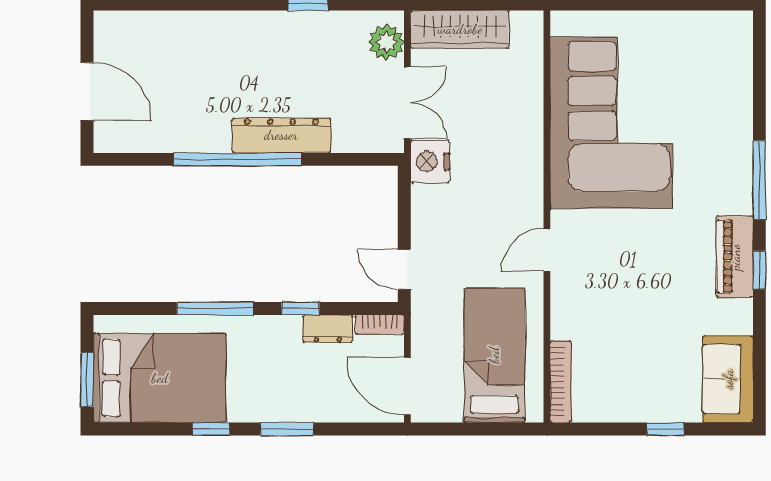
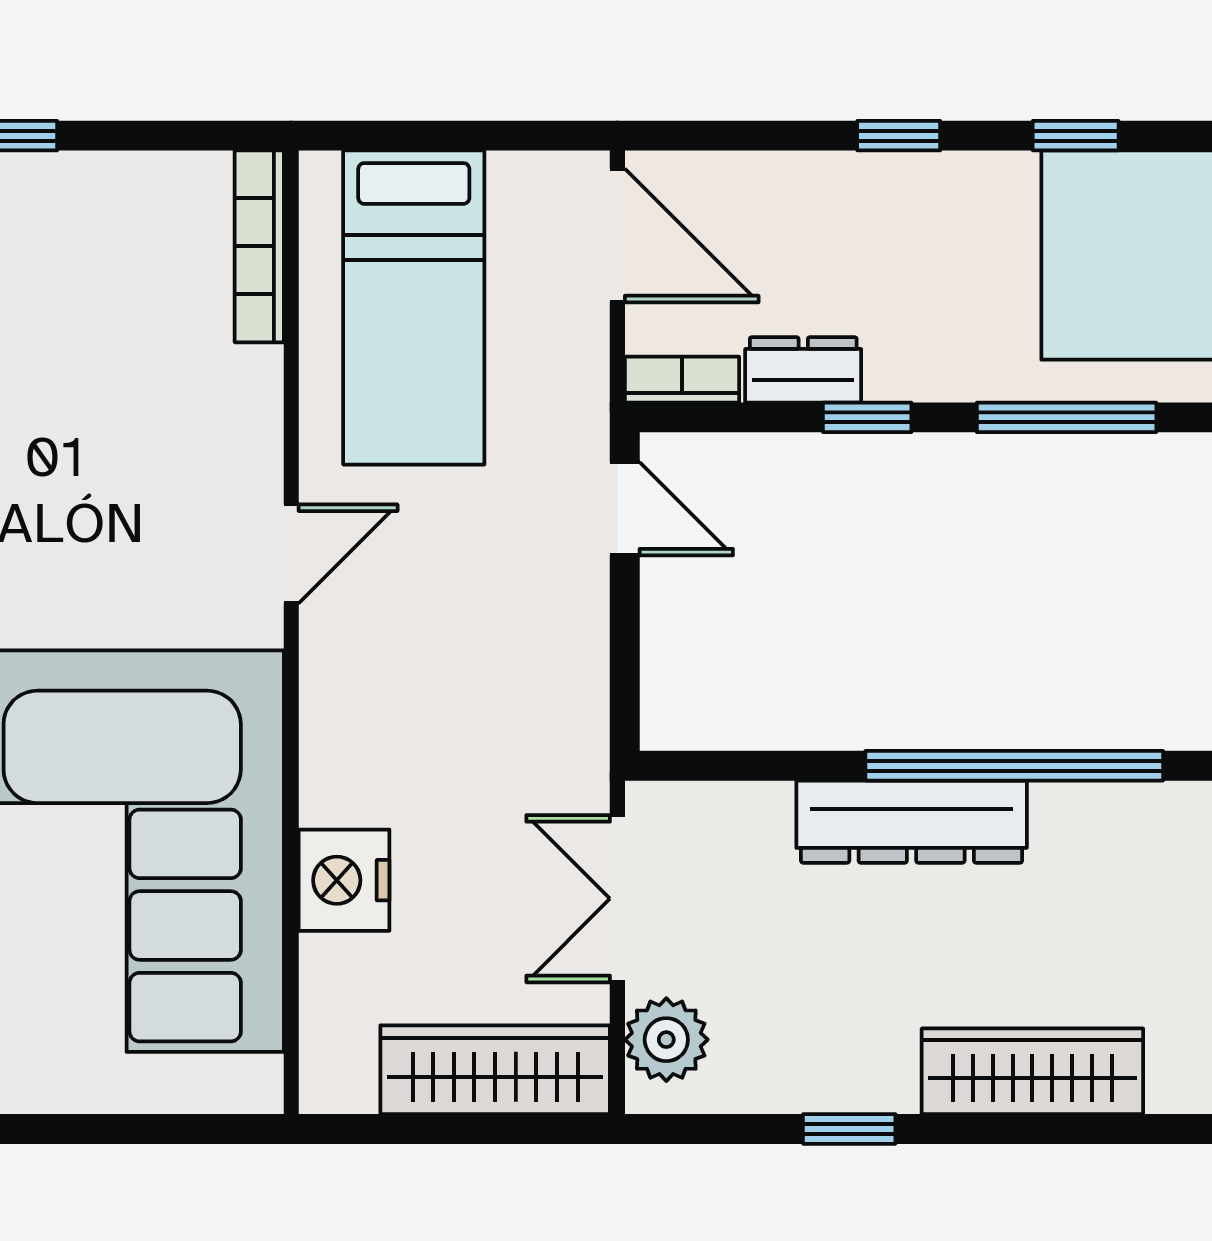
wardrobe: (230, 29) -> (1032, 1071), added
nightstand: (430, 162) -> (344, 880), moved, turned 180
window: (287, 429) -> (899, 136), width x0.67

